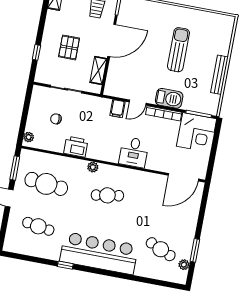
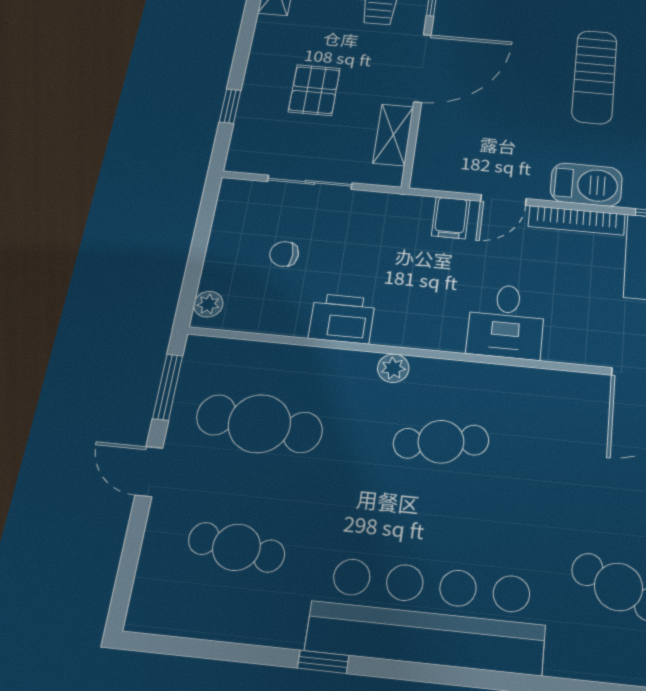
sun lounger: (178, 50) -> (594, 77), turned 180

